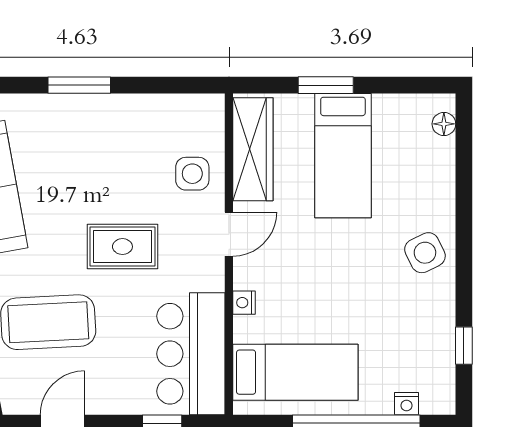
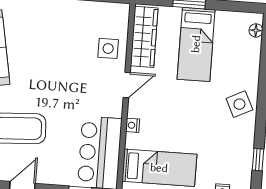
rug: (122, 247) -> (65, 88), removed

